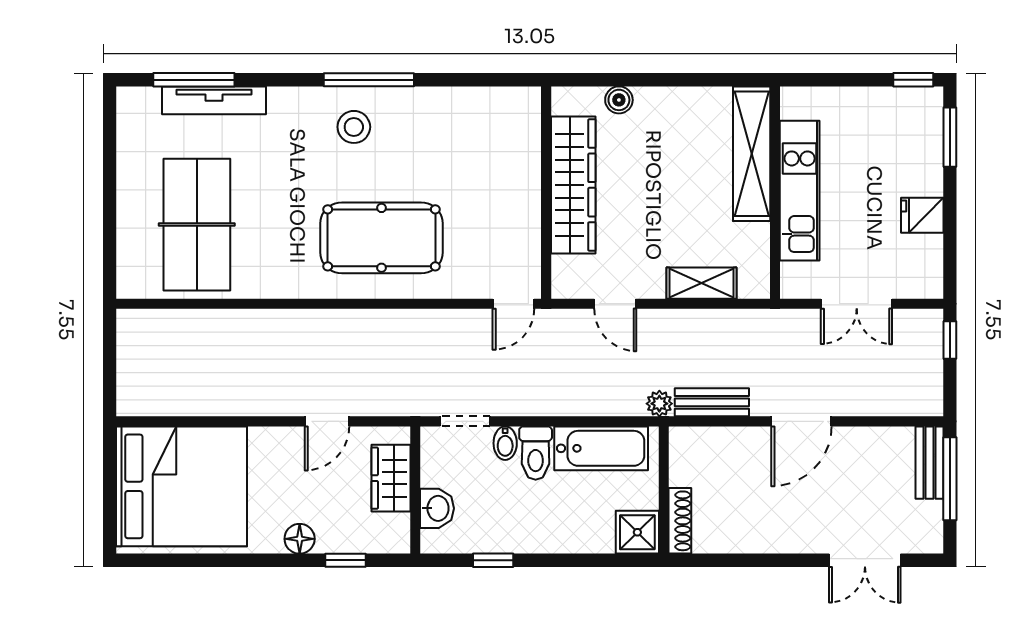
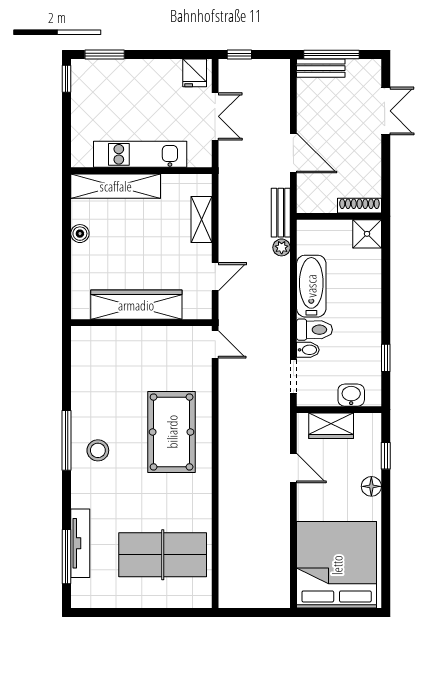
boiler: (619, 100) -> (80, 234), moved
fridge: (922, 215) -> (195, 73), moved
wall: (664, 490) -> (339, 216), moved
shoe rack: (680, 521) -> (359, 206), moved
shower: (637, 532) -> (367, 234), moved

